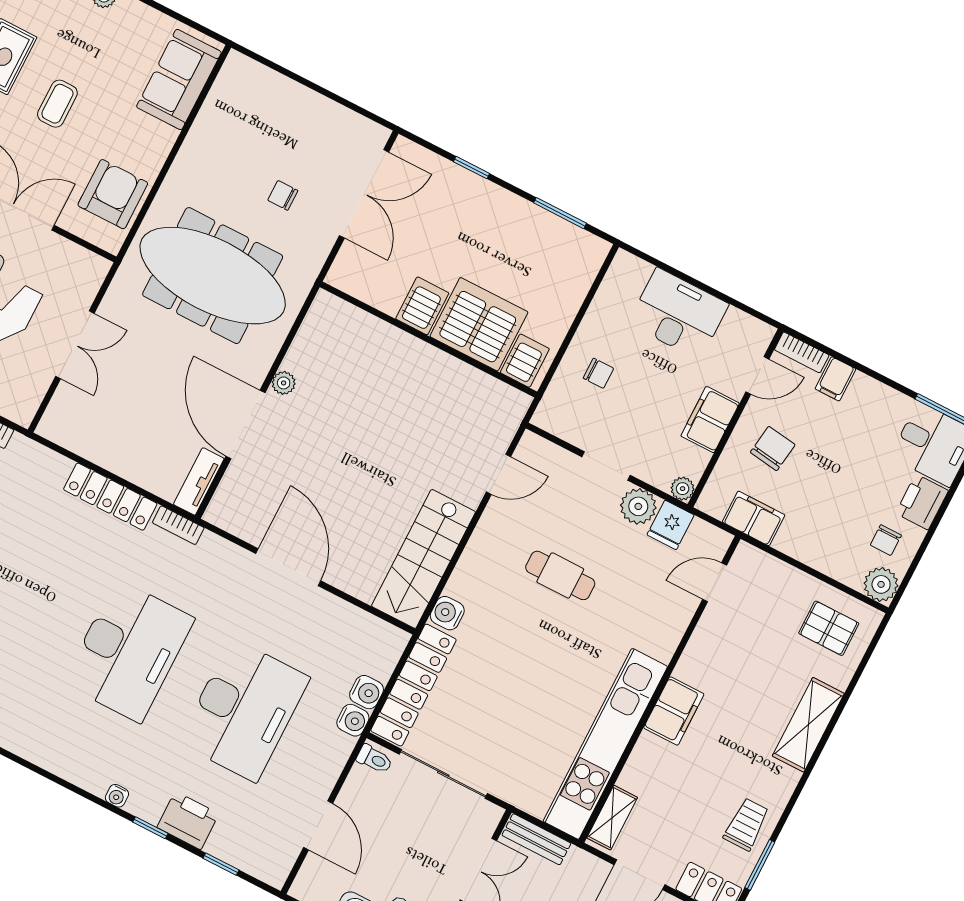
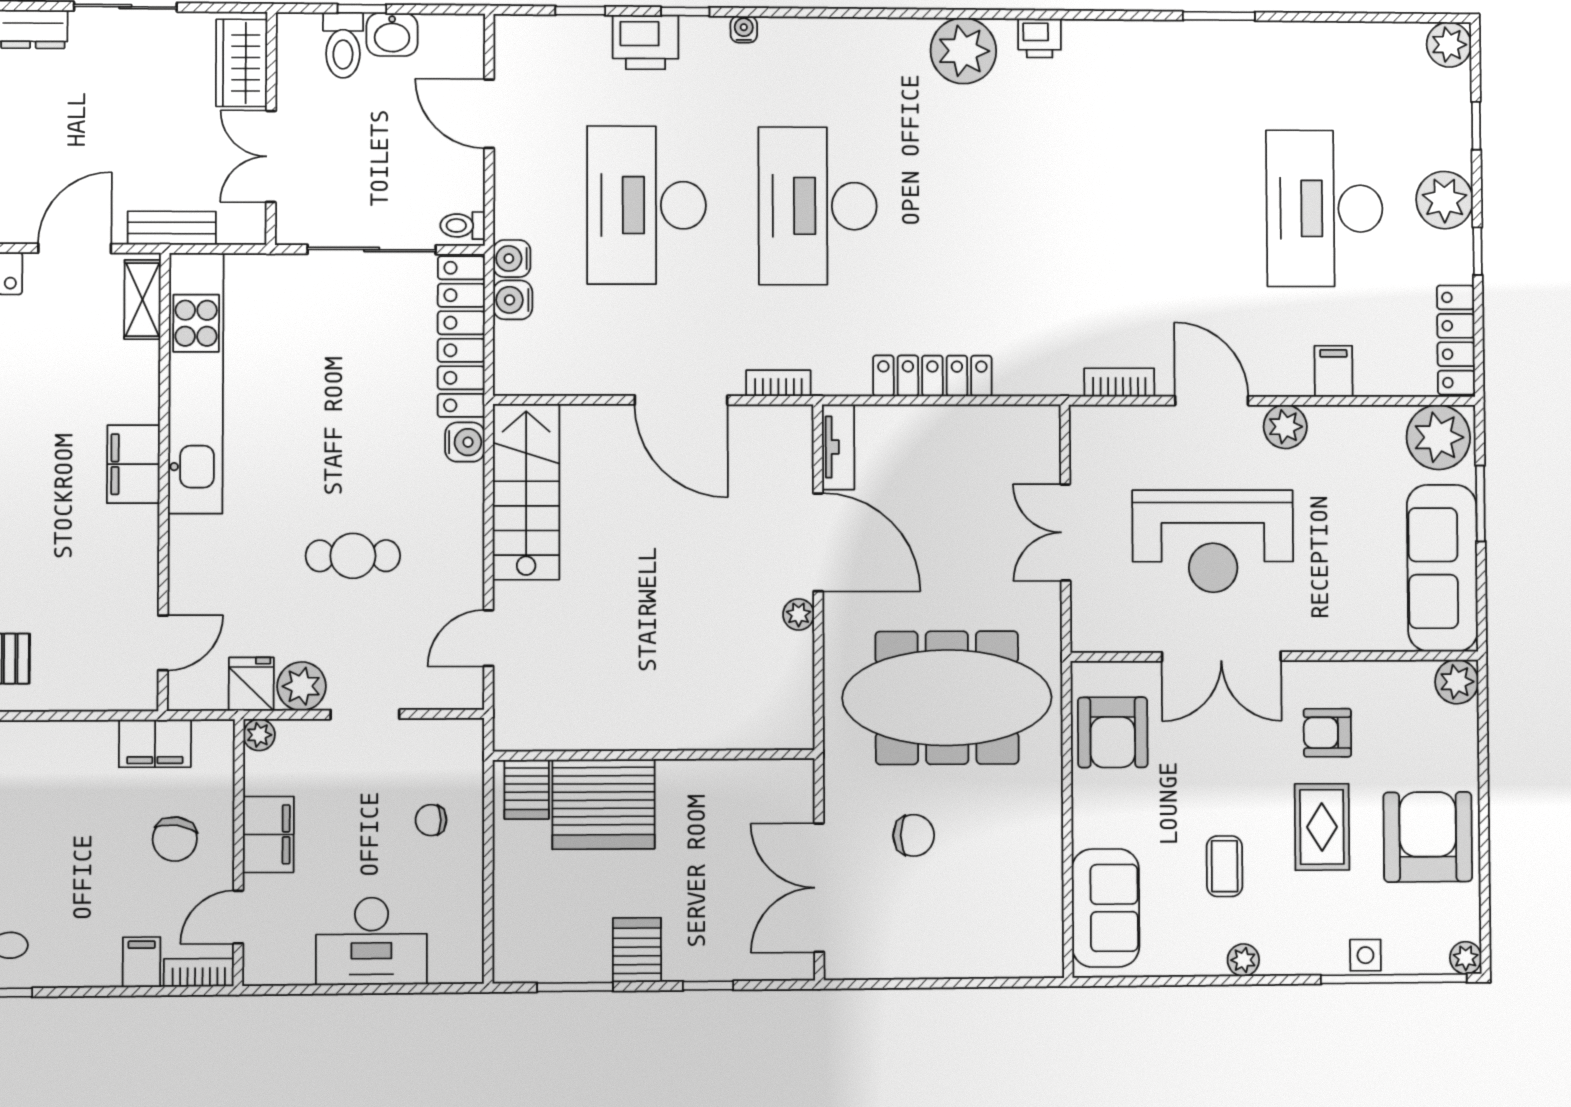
coffee table: (57, 104) -> (1225, 866), moved
chair: (283, 195) -> (914, 835), width x1.37, depth x1.37
server rack: (422, 306) -> (637, 950), moved, turned 180
bookcase: (178, 525) -> (778, 383), moved
bench: (536, 839) -> (172, 228), moved

